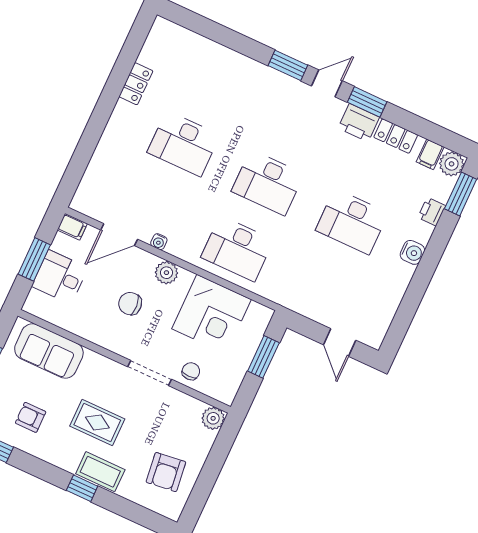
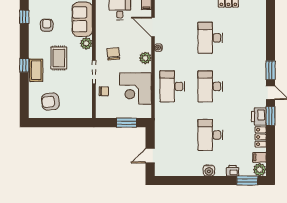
chair: (130, 304) -> (113, 54), moved
plant: (213, 418) -> (86, 43), moved

